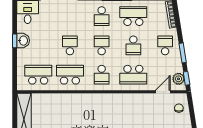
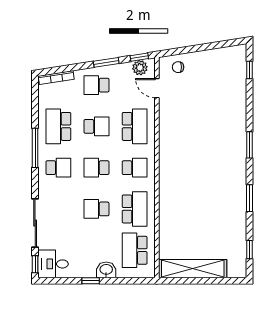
washbasin: (23, 41) -> (106, 270), moved
school desk: (70, 75) -> (135, 209), turned 180

